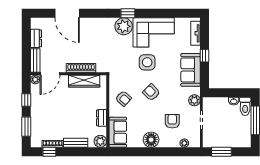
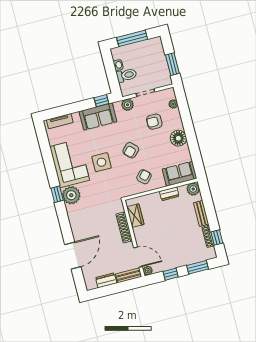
window: (204, 56) -> (101, 101), moved
wardrobe: (84, 81) -> (135, 216), width x0.67
toilet: (245, 106) -> (126, 75), moved

